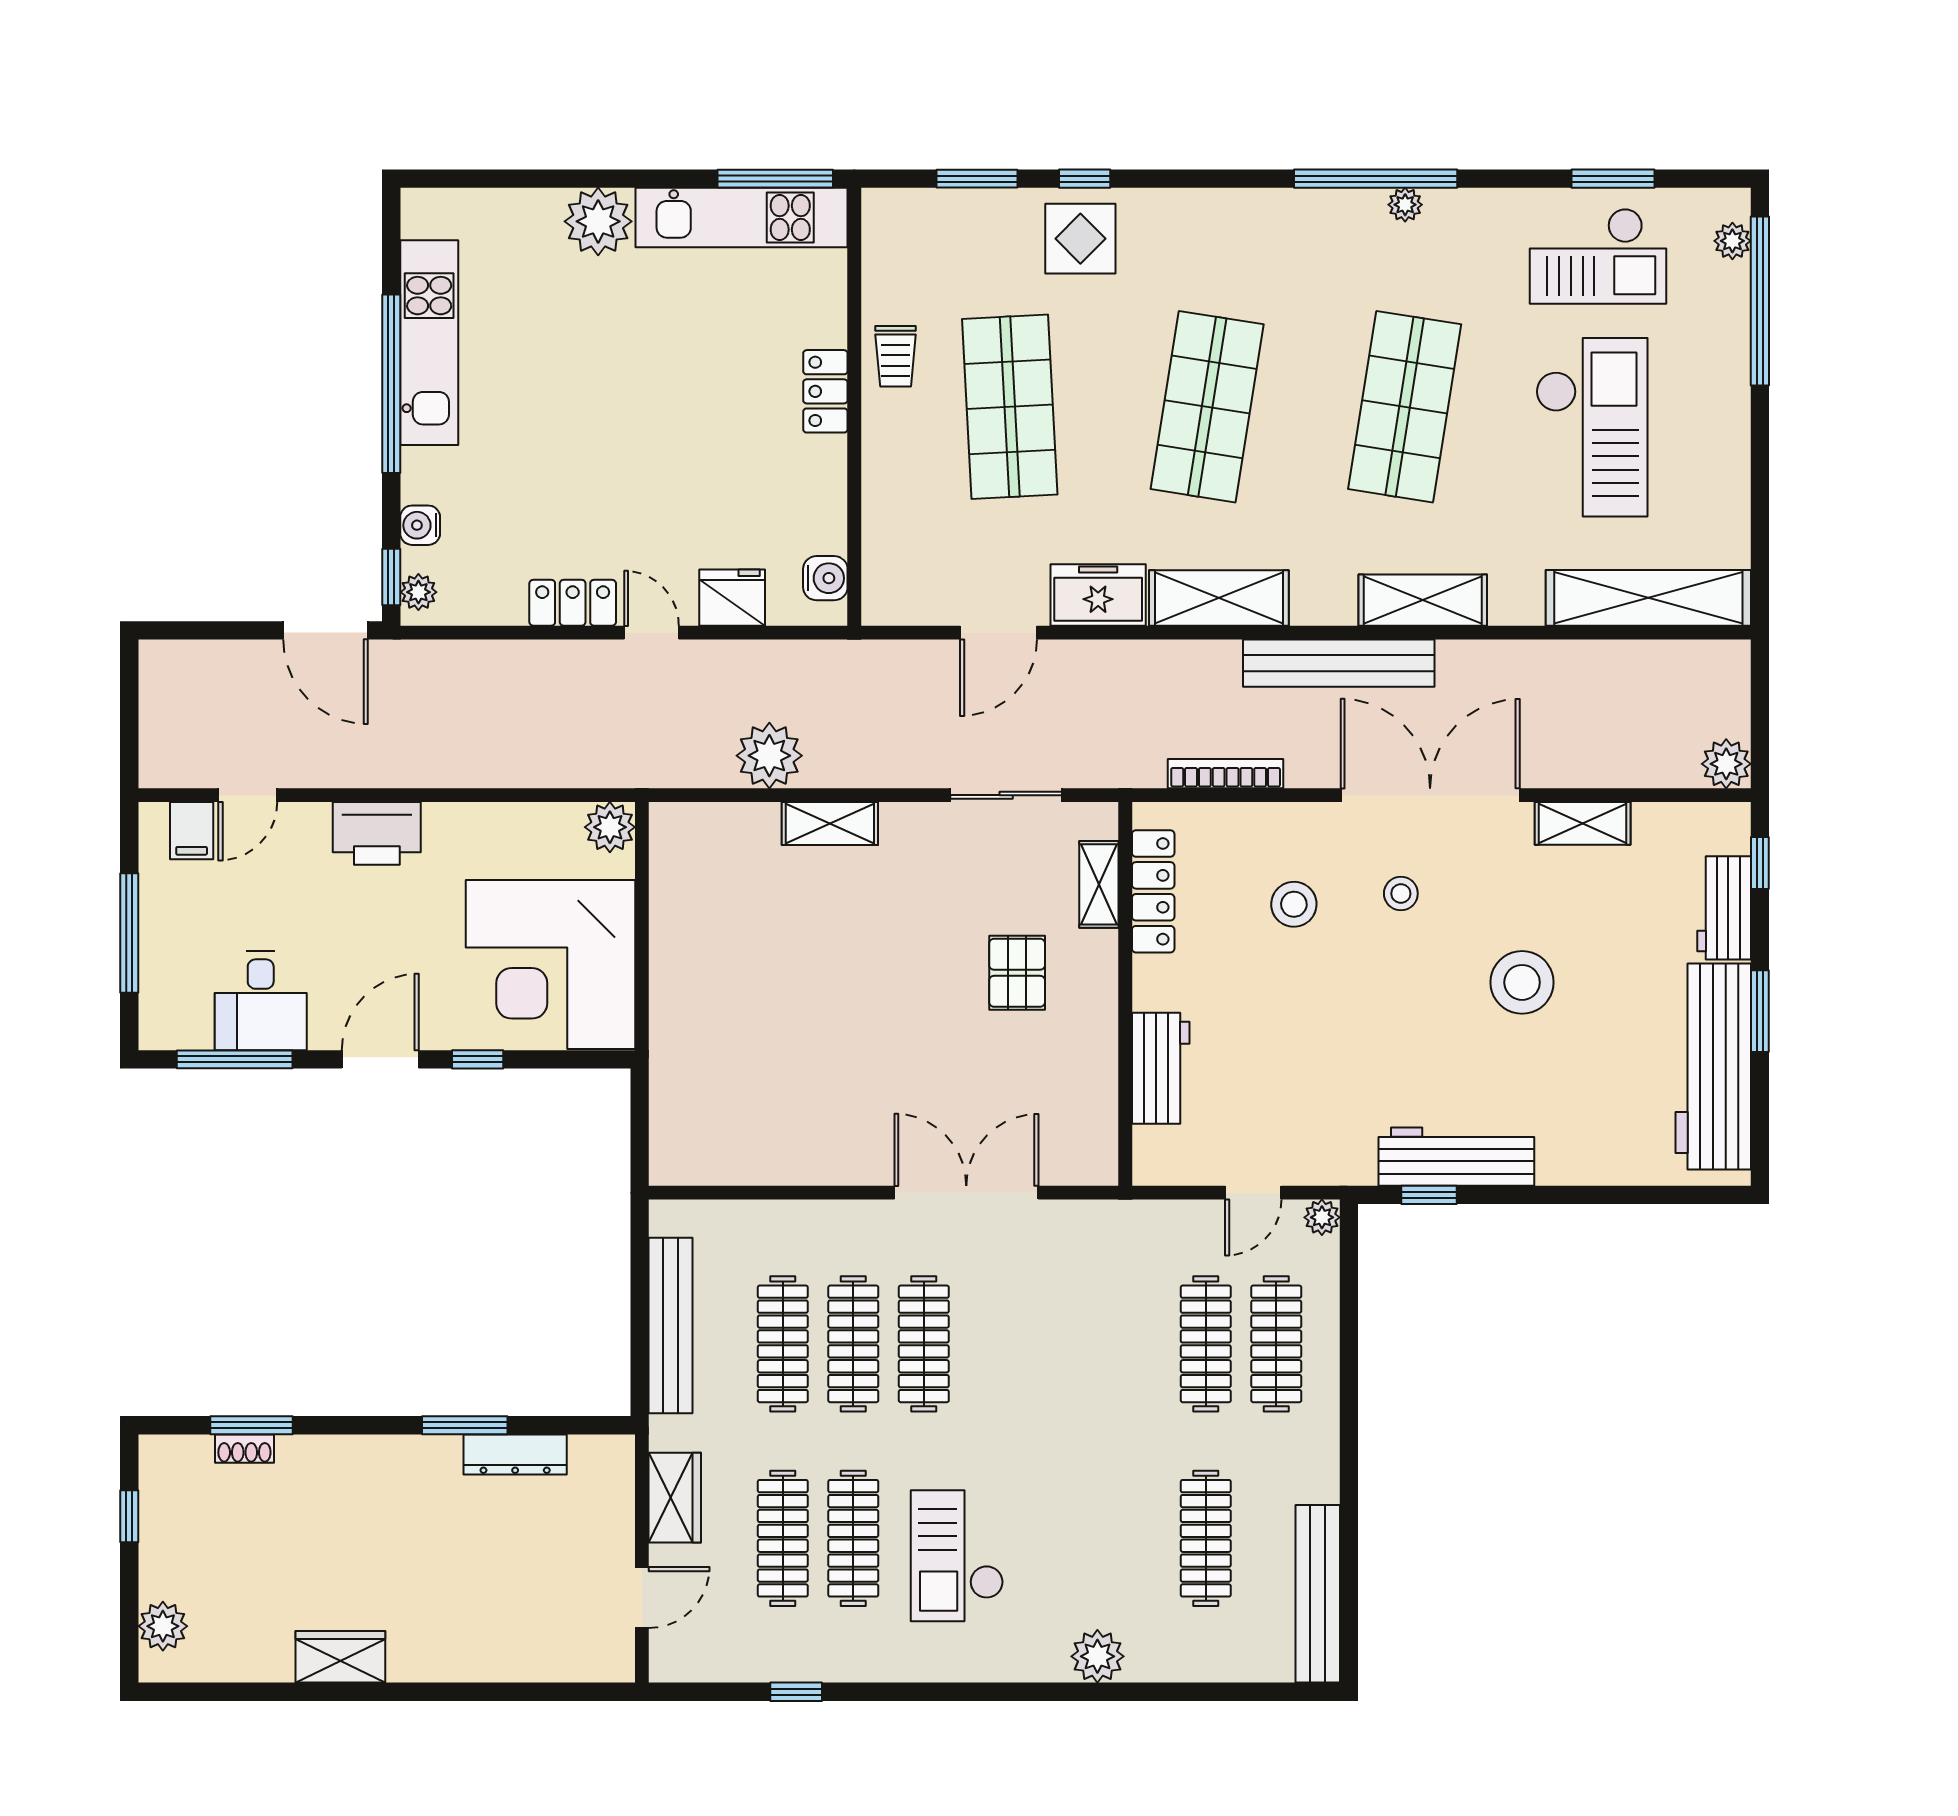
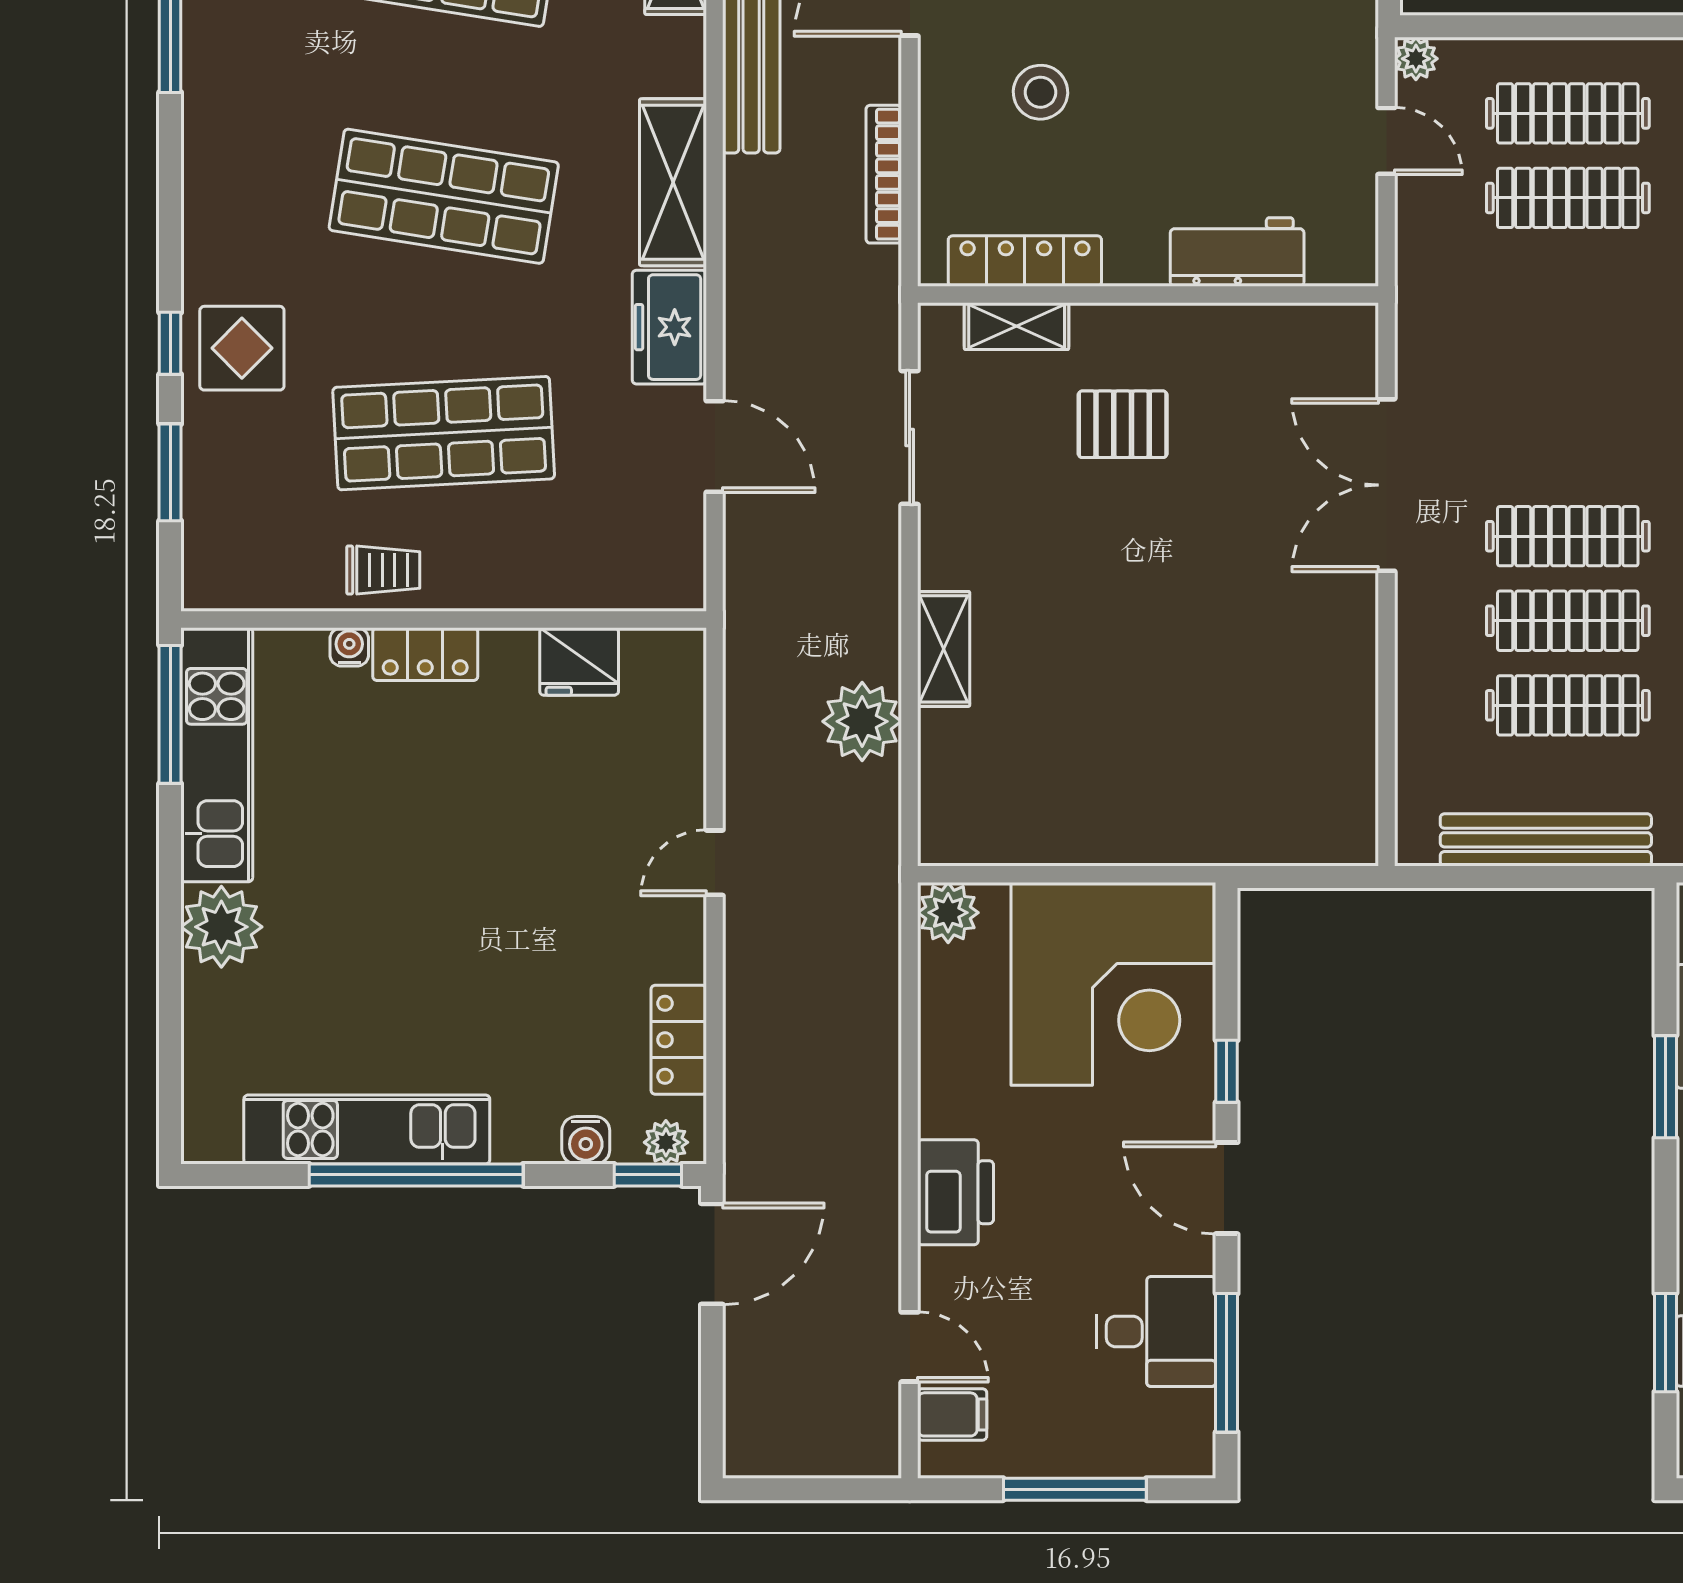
water cooler: (825, 578) -> (349, 647), moved, width x0.72, depth x0.72
fridge: (732, 598) -> (579, 662), moved, turned -90
locker: (573, 603) -> (679, 1040), moved

